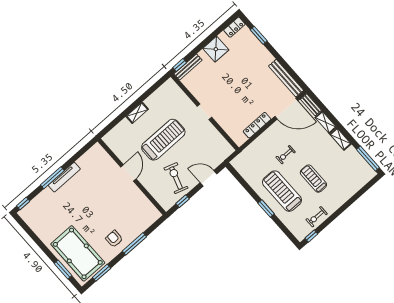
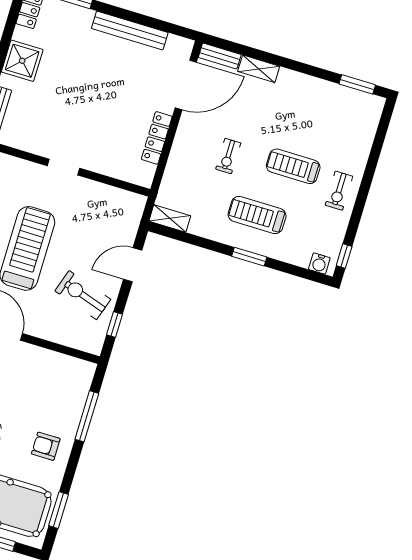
bench: (286, 78) -> (130, 31), moved
shelving: (341, 139) -> (170, 218), moved
window: (368, 159) -> (357, 84), width x0.69
treadmill: (282, 191) -> (257, 215), width x0.73, depth x0.73
exercise bike: (317, 217) -> (339, 191), moved
water cooler: (297, 232) -> (319, 264), added
window: (134, 244) -> (87, 416), moved

